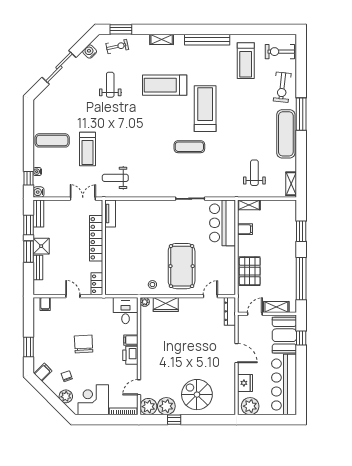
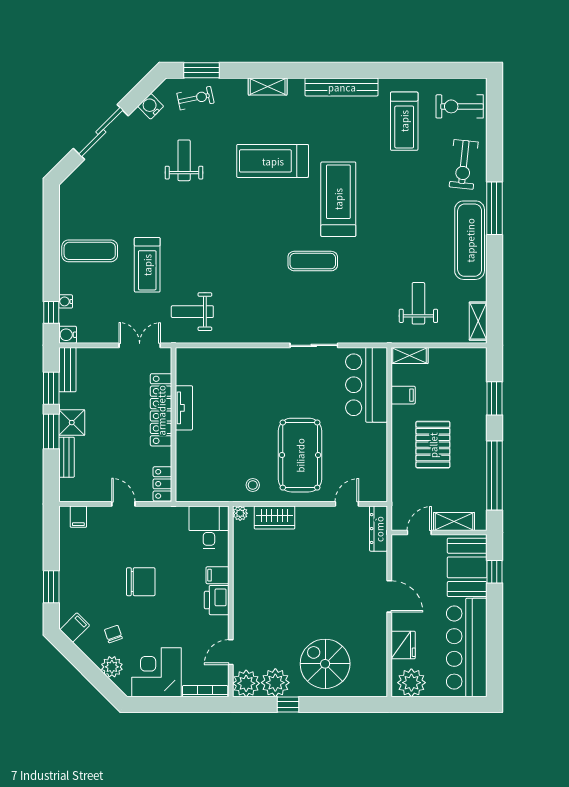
tv unit: (110, 213) -> (184, 408), moved
pallet: (250, 271) -> (433, 445), moved
chair: (84, 344) -> (141, 582), turned 93

